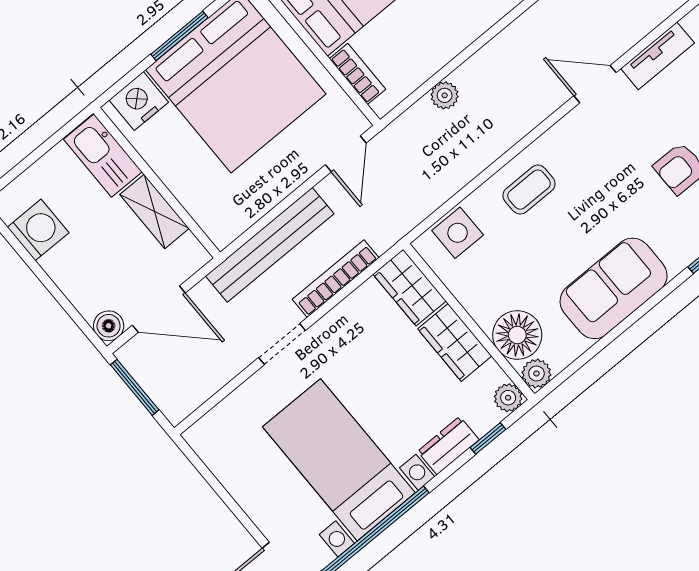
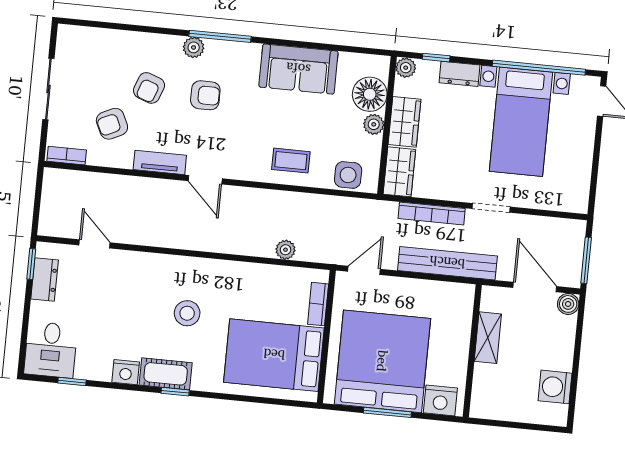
kitchen sink: (103, 156) -> (485, 391), removed
plant: (536, 374) -> (374, 124), moved

